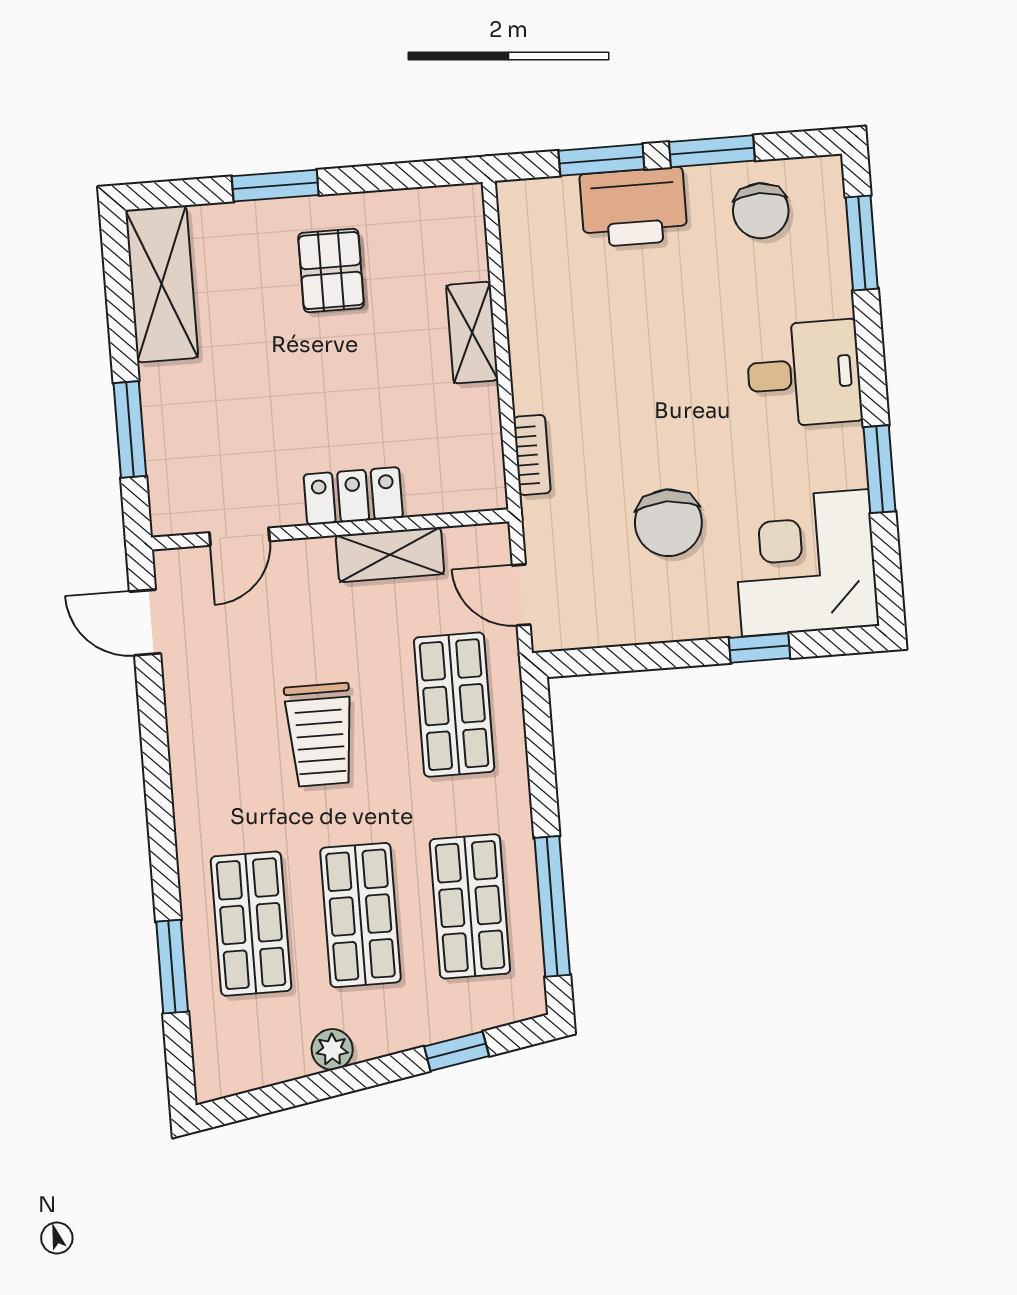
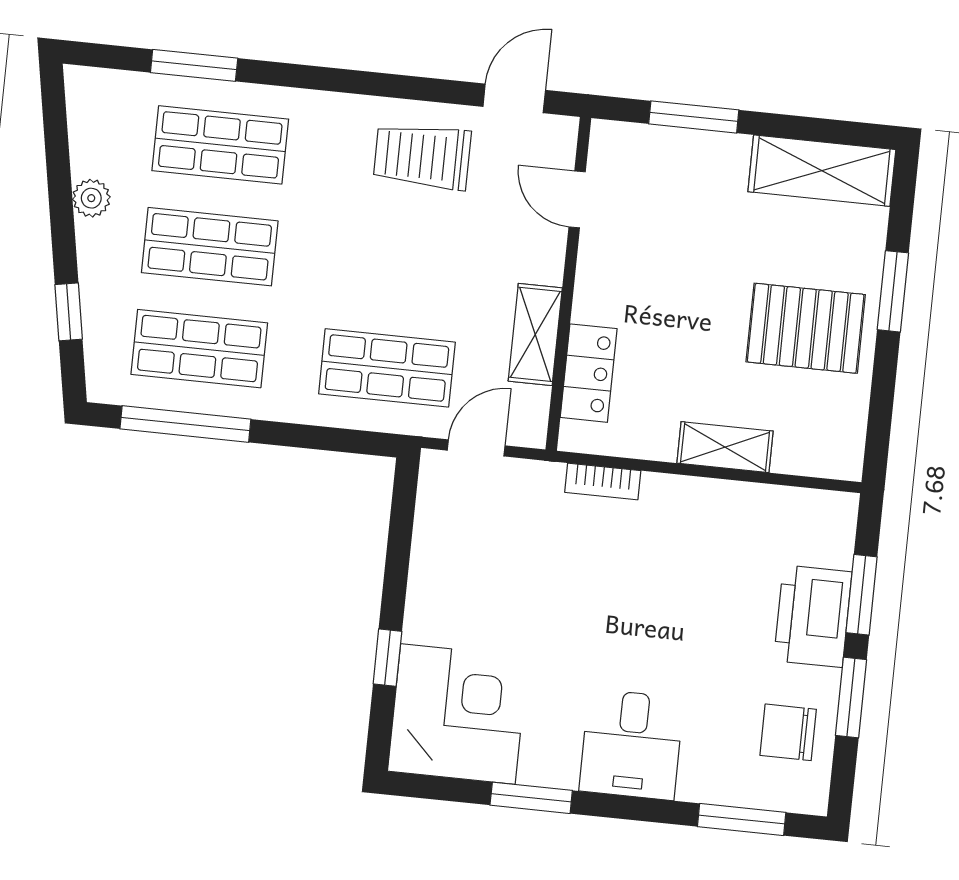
pallet: (331, 270) -> (806, 328), width x1.50, depth x1.42
locker: (353, 496) -> (589, 373), moved
chair: (668, 523) -> (518, 595), removed
trolley: (320, 735) -> (422, 156), moved

